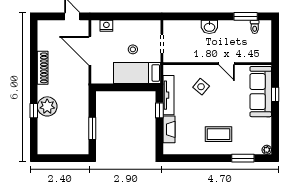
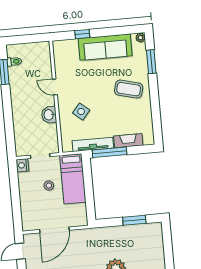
nightstand: (106, 26) -> (22, 165), moved
washbasin: (209, 27) -> (49, 115), moved, turned 180
door: (227, 64) -> (55, 87), swing flipped
sofa: (261, 92) -> (105, 47), moved
window: (159, 110) -> (110, 152), width x2.17
coffee table: (218, 134) -> (129, 89), turned -76

